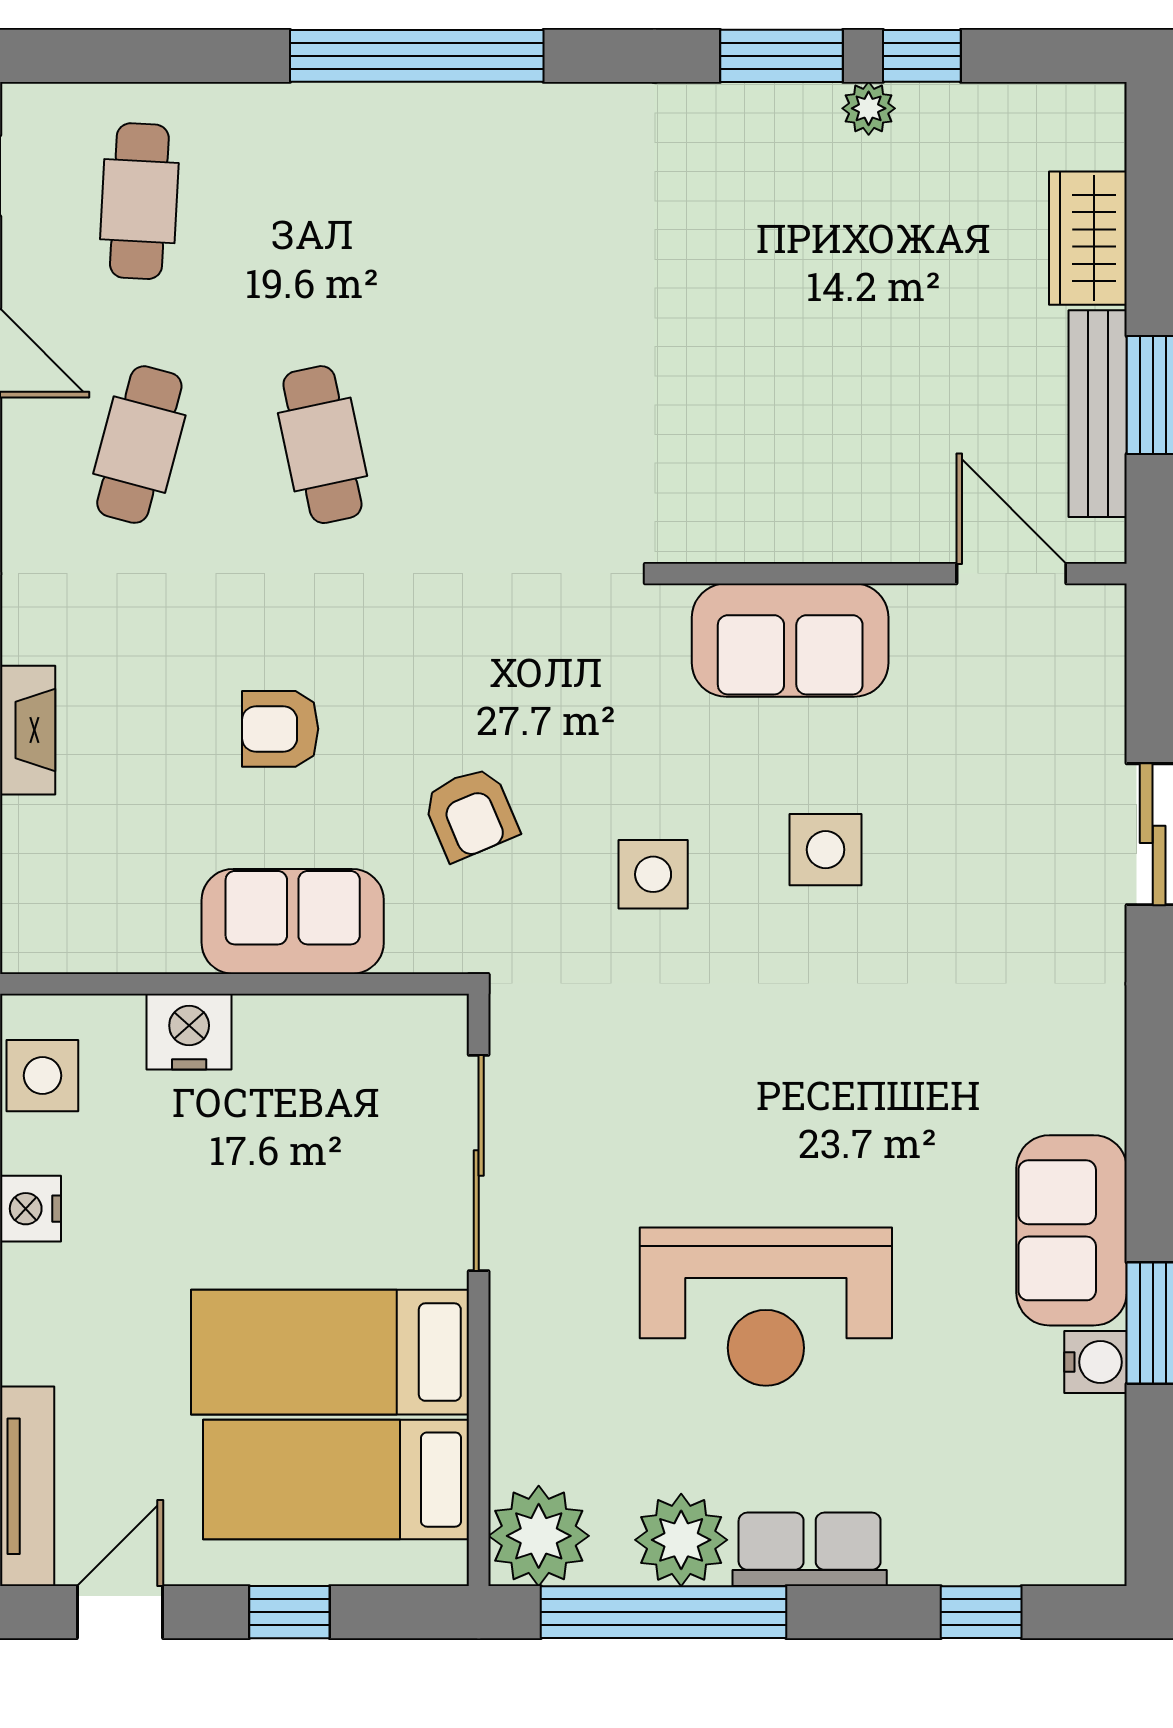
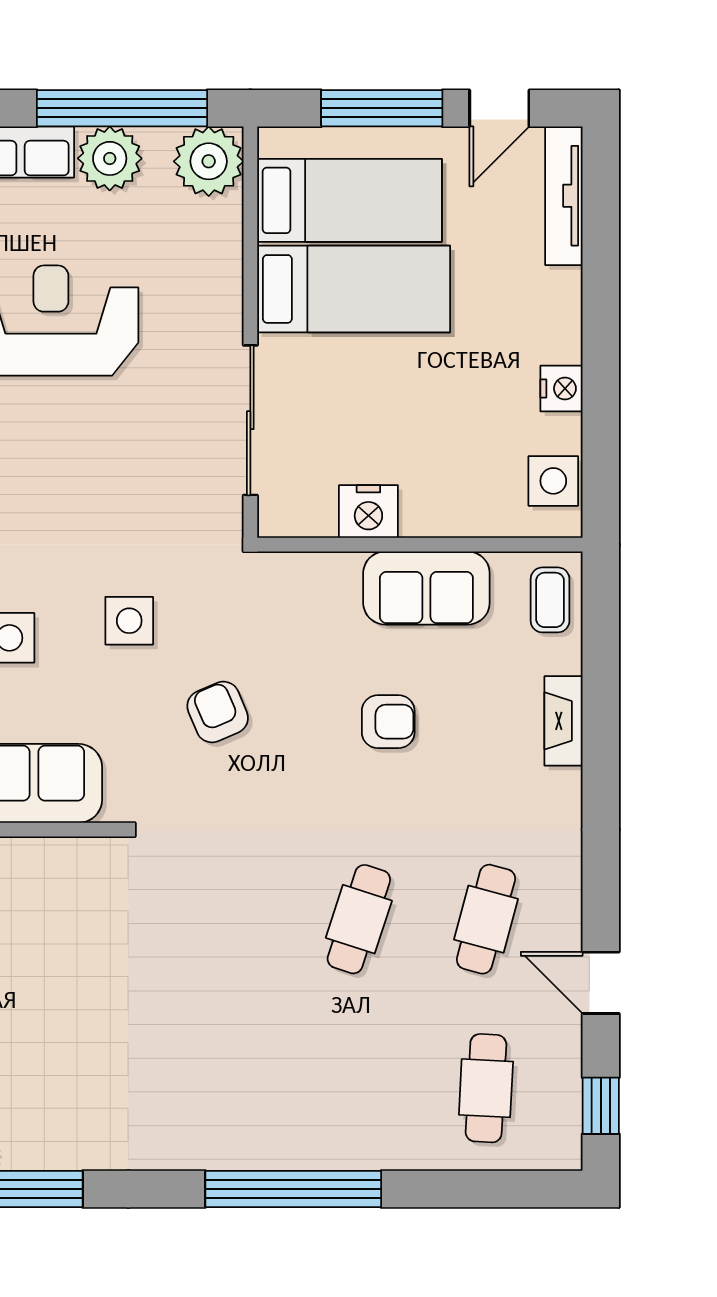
cafe table: (322, 445) -> (359, 919), turned 30
armchair: (470, 814) -> (218, 712), moved
coffee table: (47, 904) -> (550, 600), added
sofa: (293, 921) -> (426, 588), moved
nightstand: (189, 1032) -> (368, 511), moved
window: (289, 1612) -> (382, 108), width x2.17

